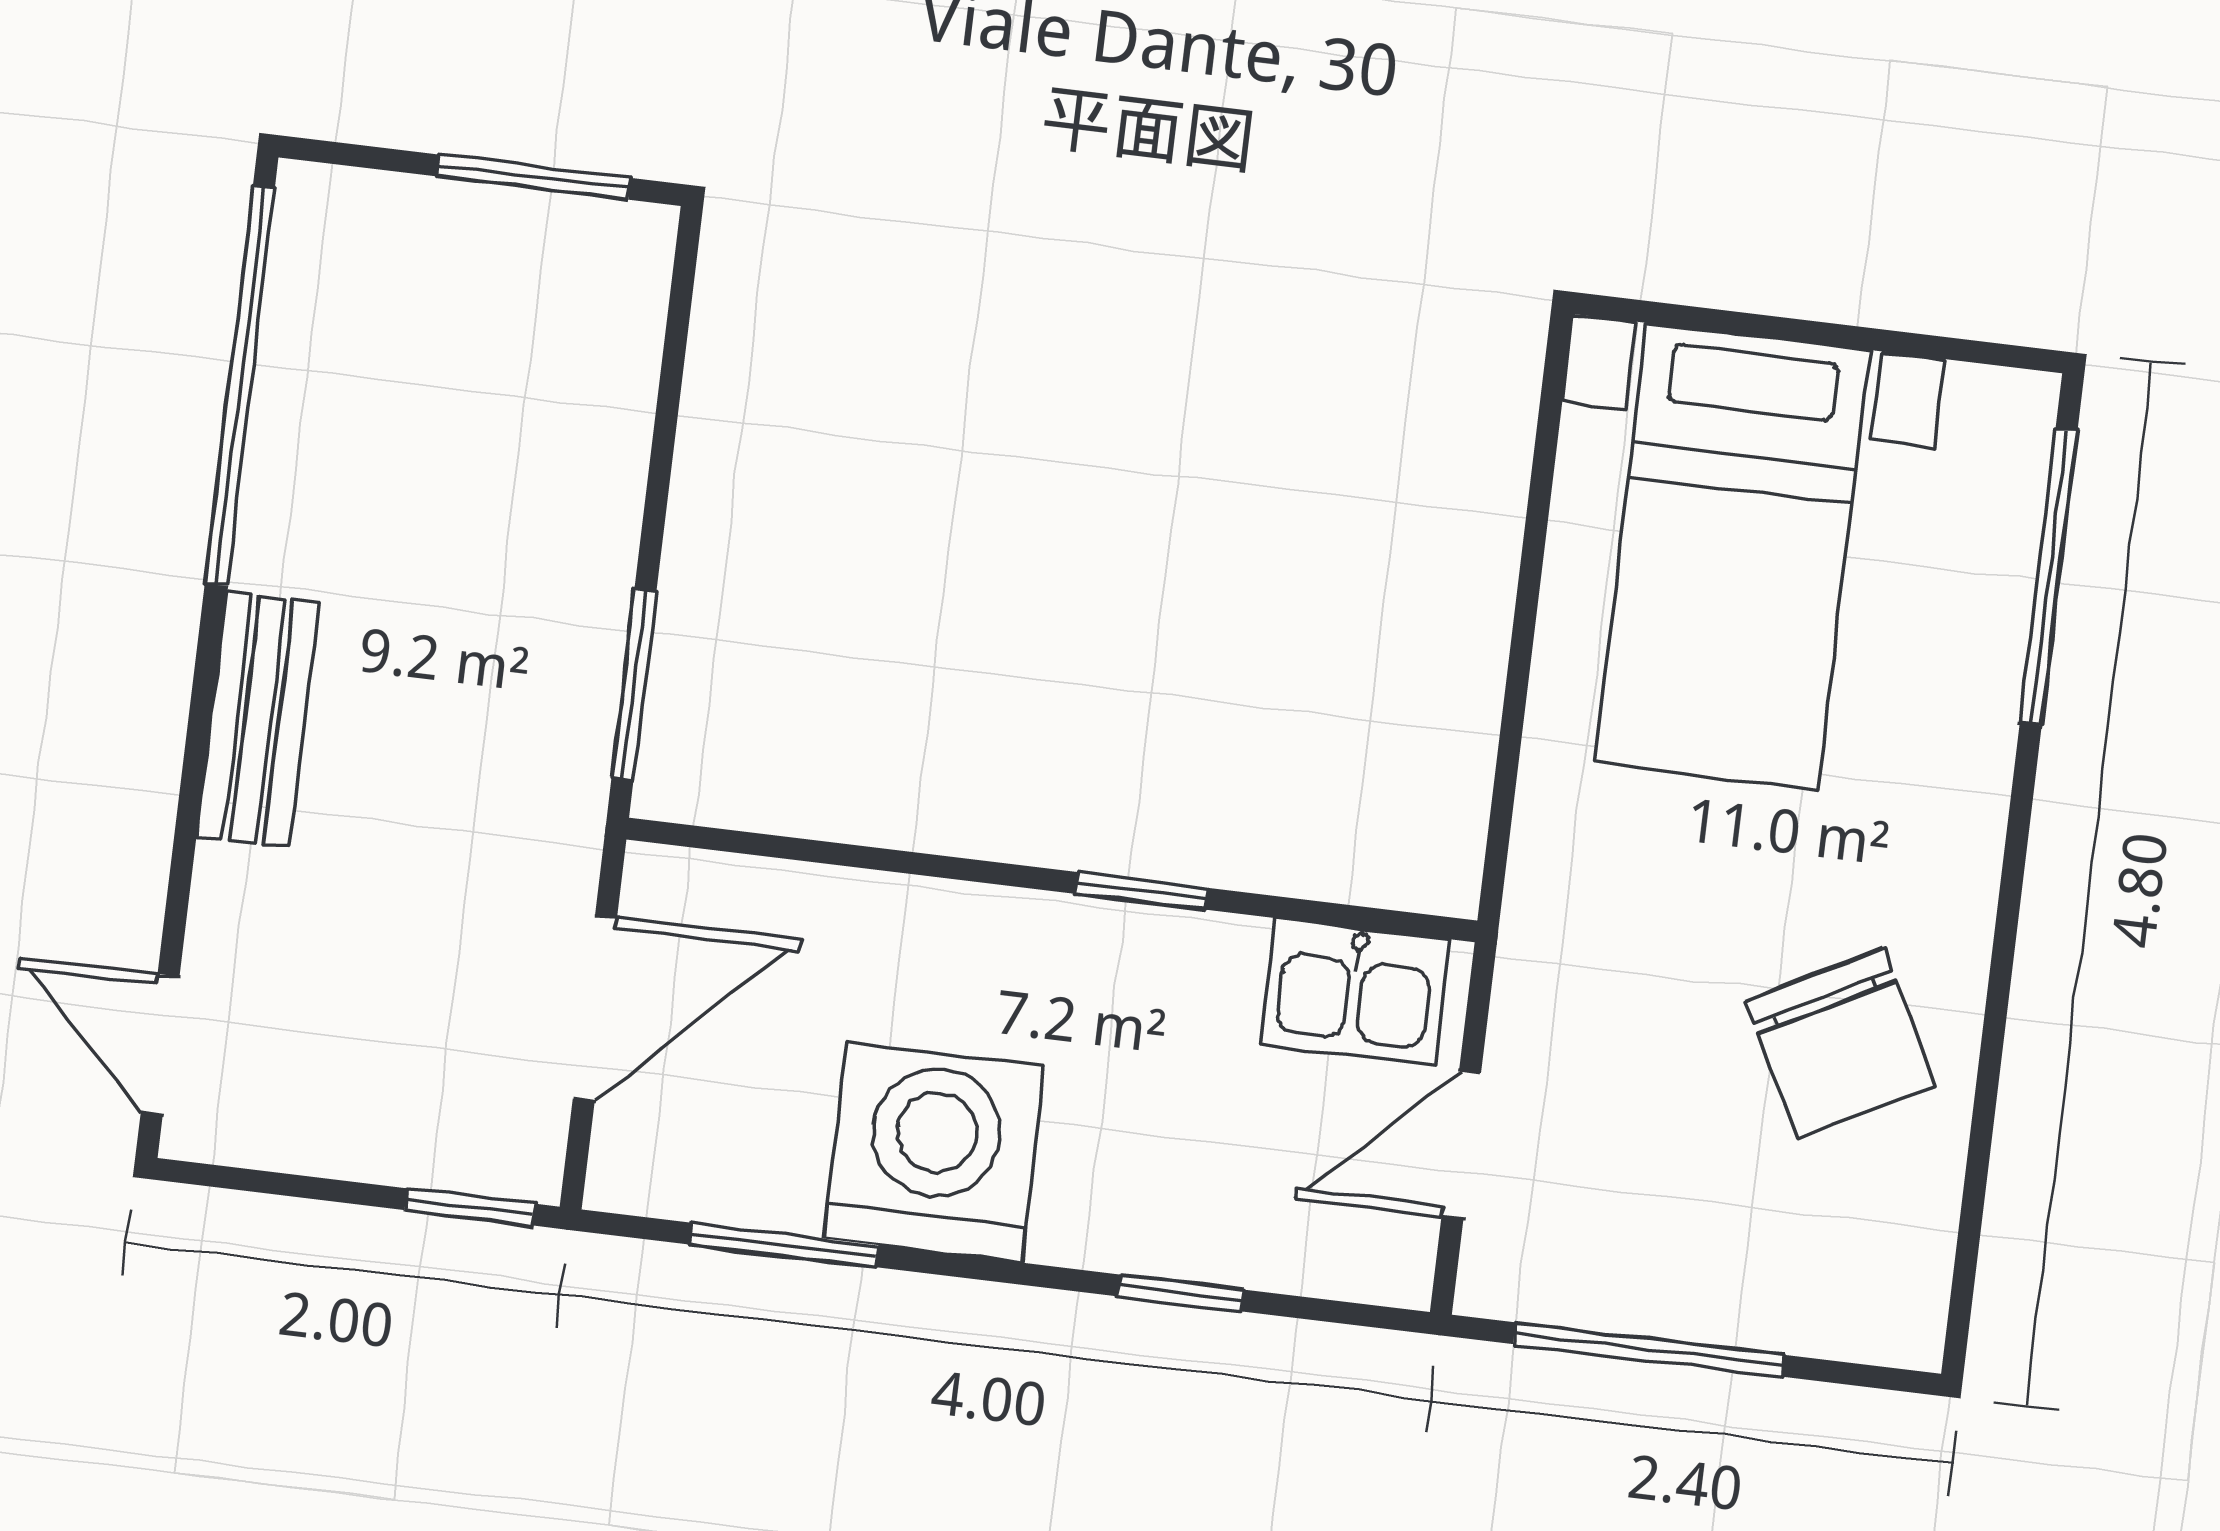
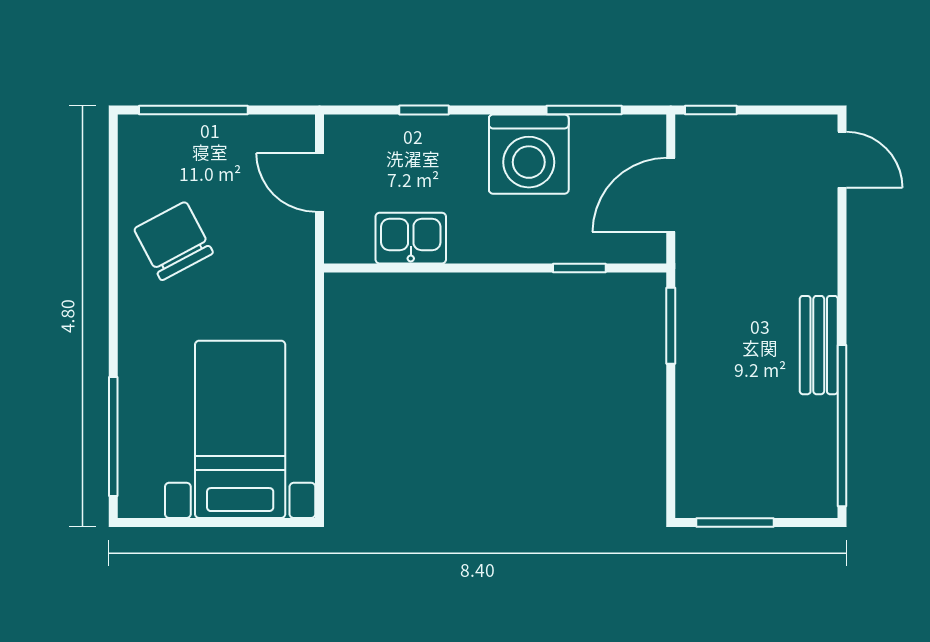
bench: (258, 720) -> (819, 345), moved
window: (1142, 891) -> (579, 268), moved
kitchen sink: (1355, 992) -> (411, 238), moved
door: (1461, 1145) -> (320, 182), swing flipped
window: (1649, 1350) -> (193, 110), moved

